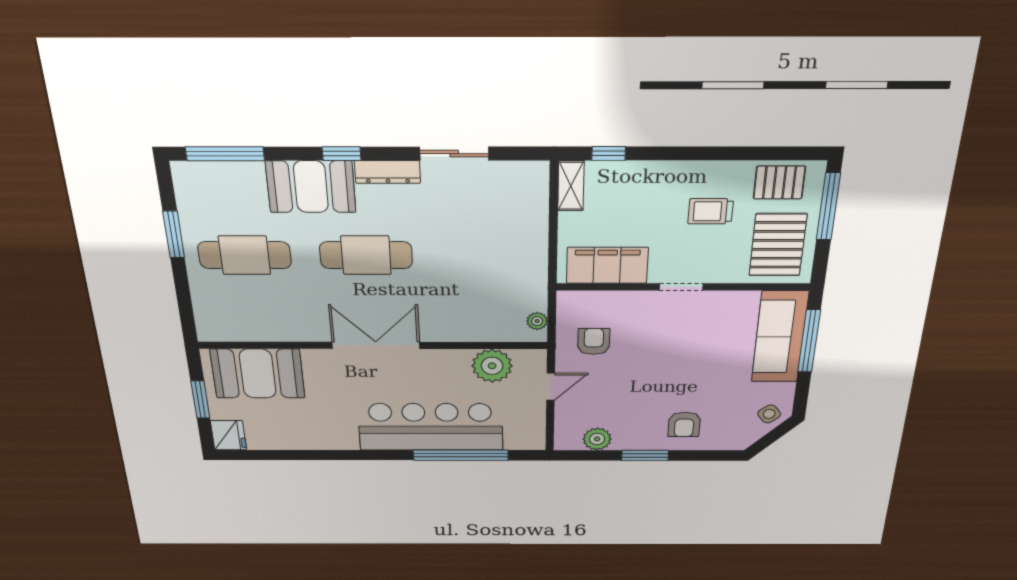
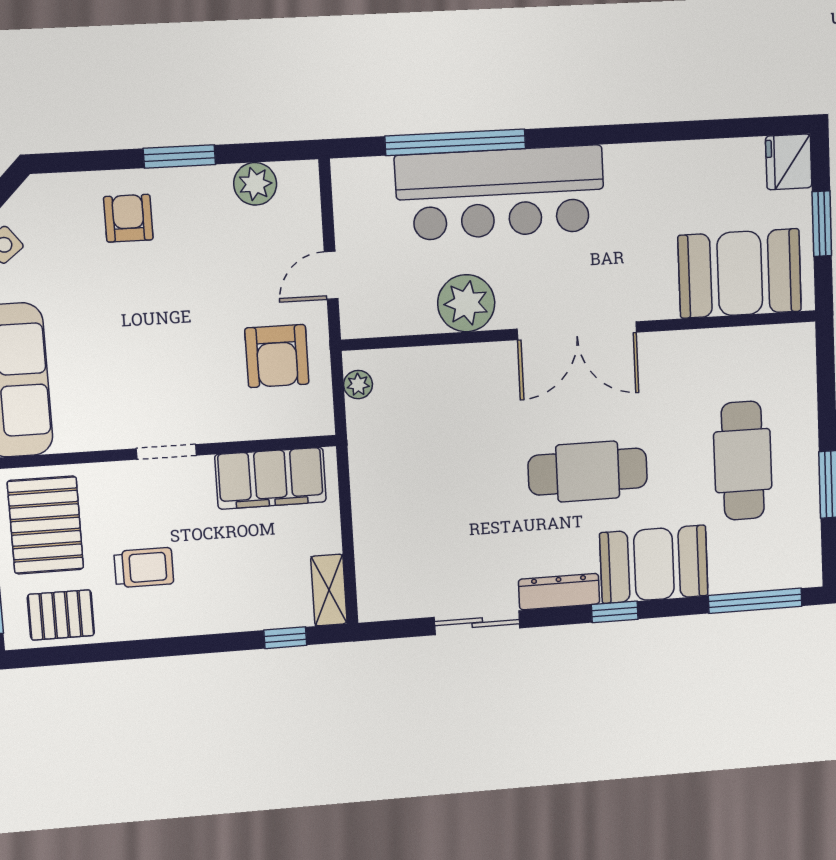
cafe table: (245, 255) -> (743, 461), turned 90
armchair: (594, 341) -> (277, 356), width x1.38, depth x1.38
plant: (492, 366) -> (466, 303), moved

